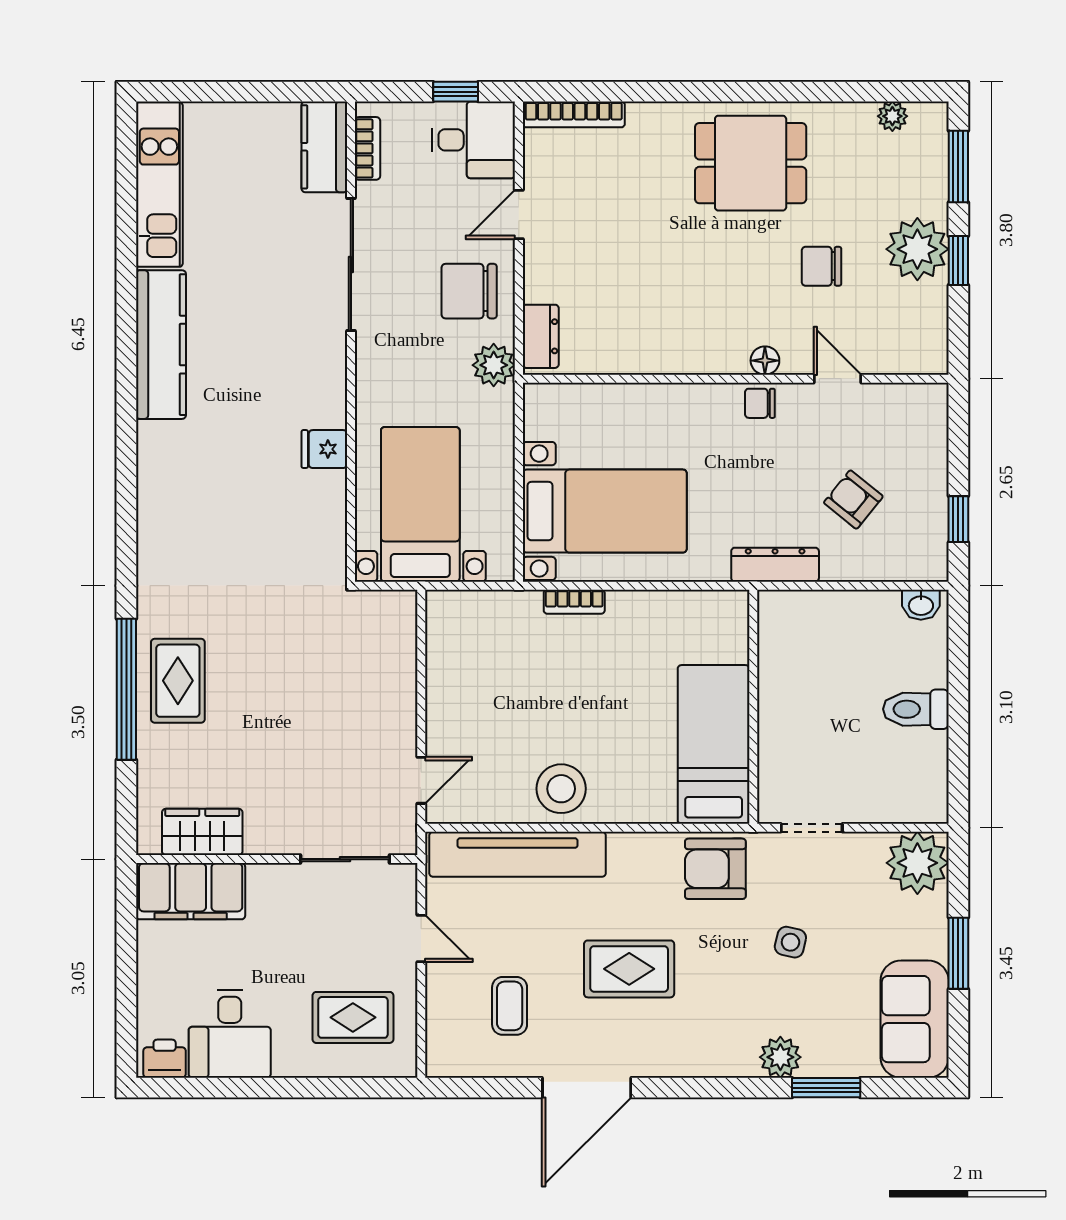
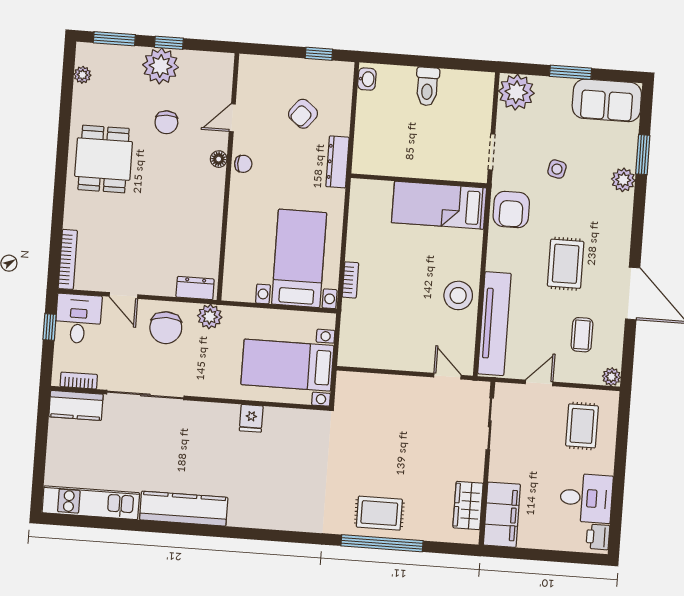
chair: (760, 403) -> (243, 164), turned -90
coffee table: (510, 1006) -> (582, 335), turned 90
plant: (441, 1062) -> (612, 377), added

